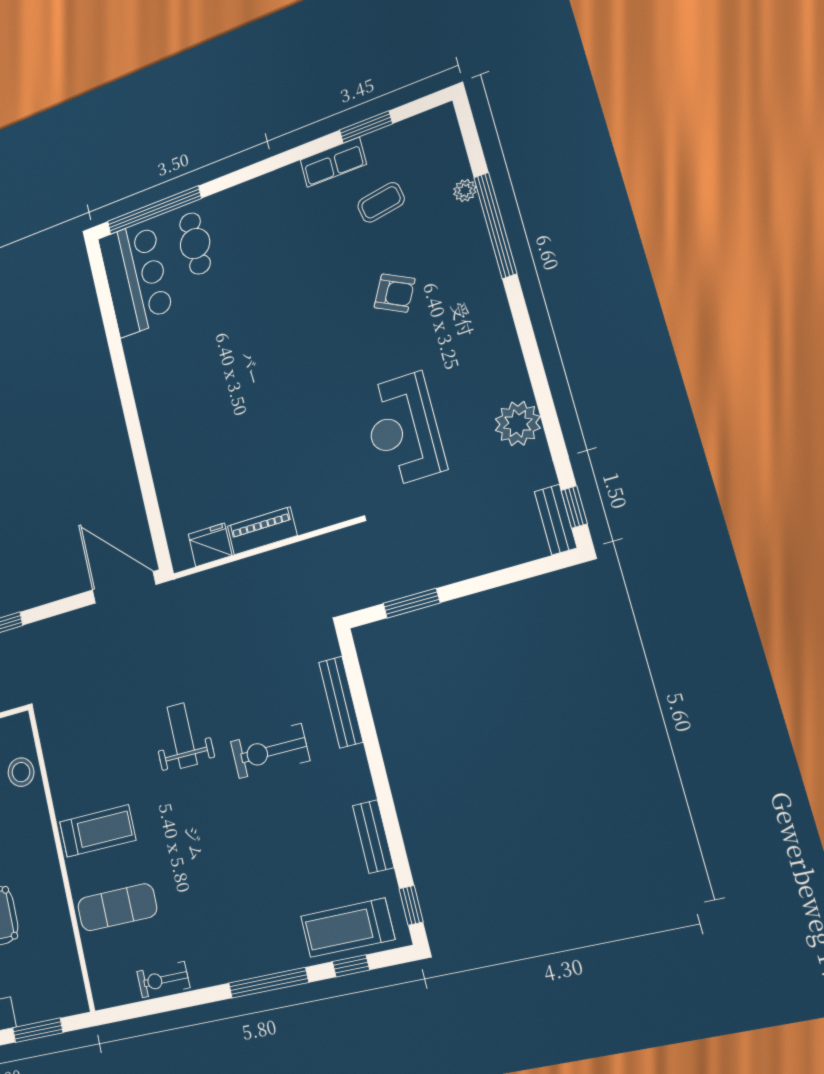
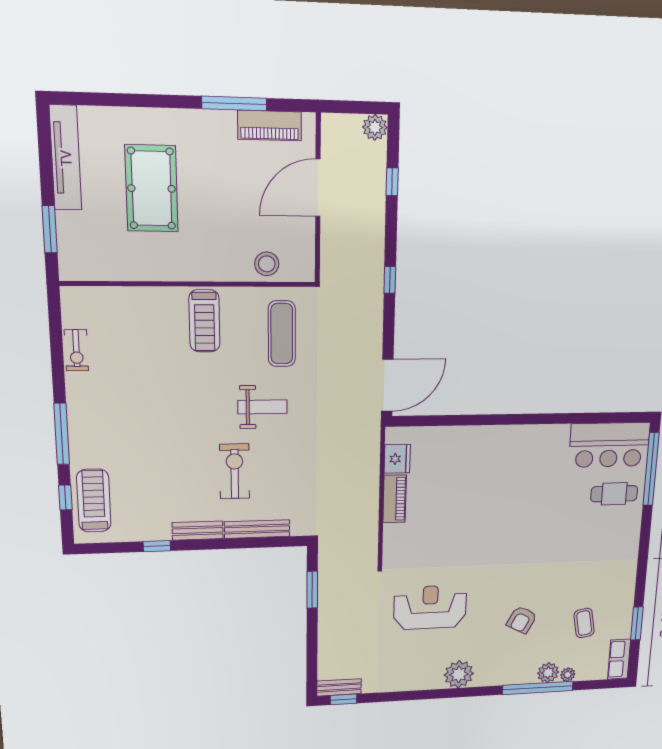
row of seats: (333, 162) -> (619, 659), moved
plant: (468, 221) -> (548, 673), added
plant: (518, 424) -> (459, 674), moved
bench: (373, 837) -> (198, 531), moved
window: (411, 905) -> (157, 546), moved
exercise mat: (117, 907) -> (282, 334), moved
exercise bike: (163, 980) -> (76, 350), turned 180

